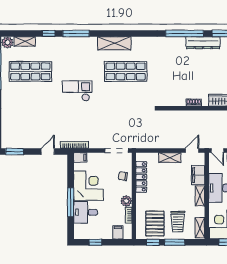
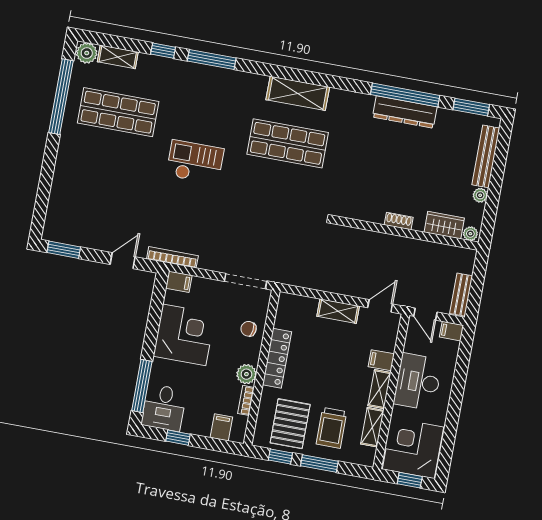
shelving: (114, 43) -> (298, 93), moved
dresser: (203, 43) -> (405, 112), moved
filing cabinet: (198, 175) -> (381, 360), width x0.50
locker: (141, 177) -> (277, 358), moved
window: (71, 202) -> (142, 386), moved
desk: (86, 212) -> (164, 408), moved, turned -90
shelving: (200, 228) -> (372, 427), moved

